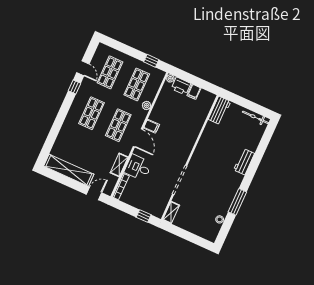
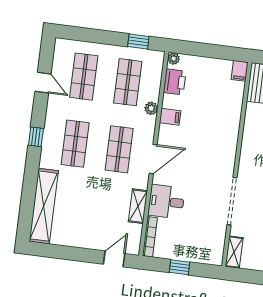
printer: (181, 86) -> (175, 82), moved, turned -90
window: (75, 87) -> (36, 137), moved
filing cabinet: (194, 92) -> (240, 71), moved
filing cabinet: (152, 126) -> (170, 117), moved
door: (138, 138) -> (153, 159), hinge flipped
shelving: (69, 170) -> (44, 206), moved, turned 90
window: (144, 216) -> (180, 267), moved

